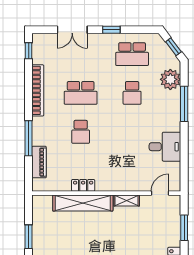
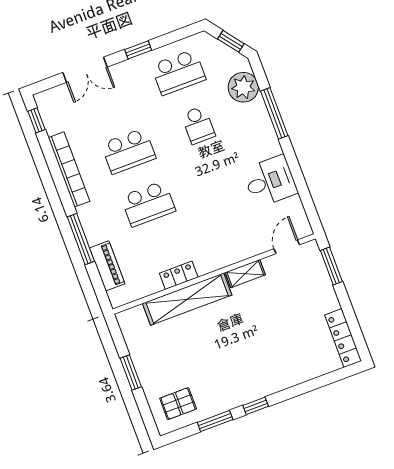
school desk: (81, 132) -> (148, 204), width x1.85
window: (184, 228) -> (331, 266), moved

